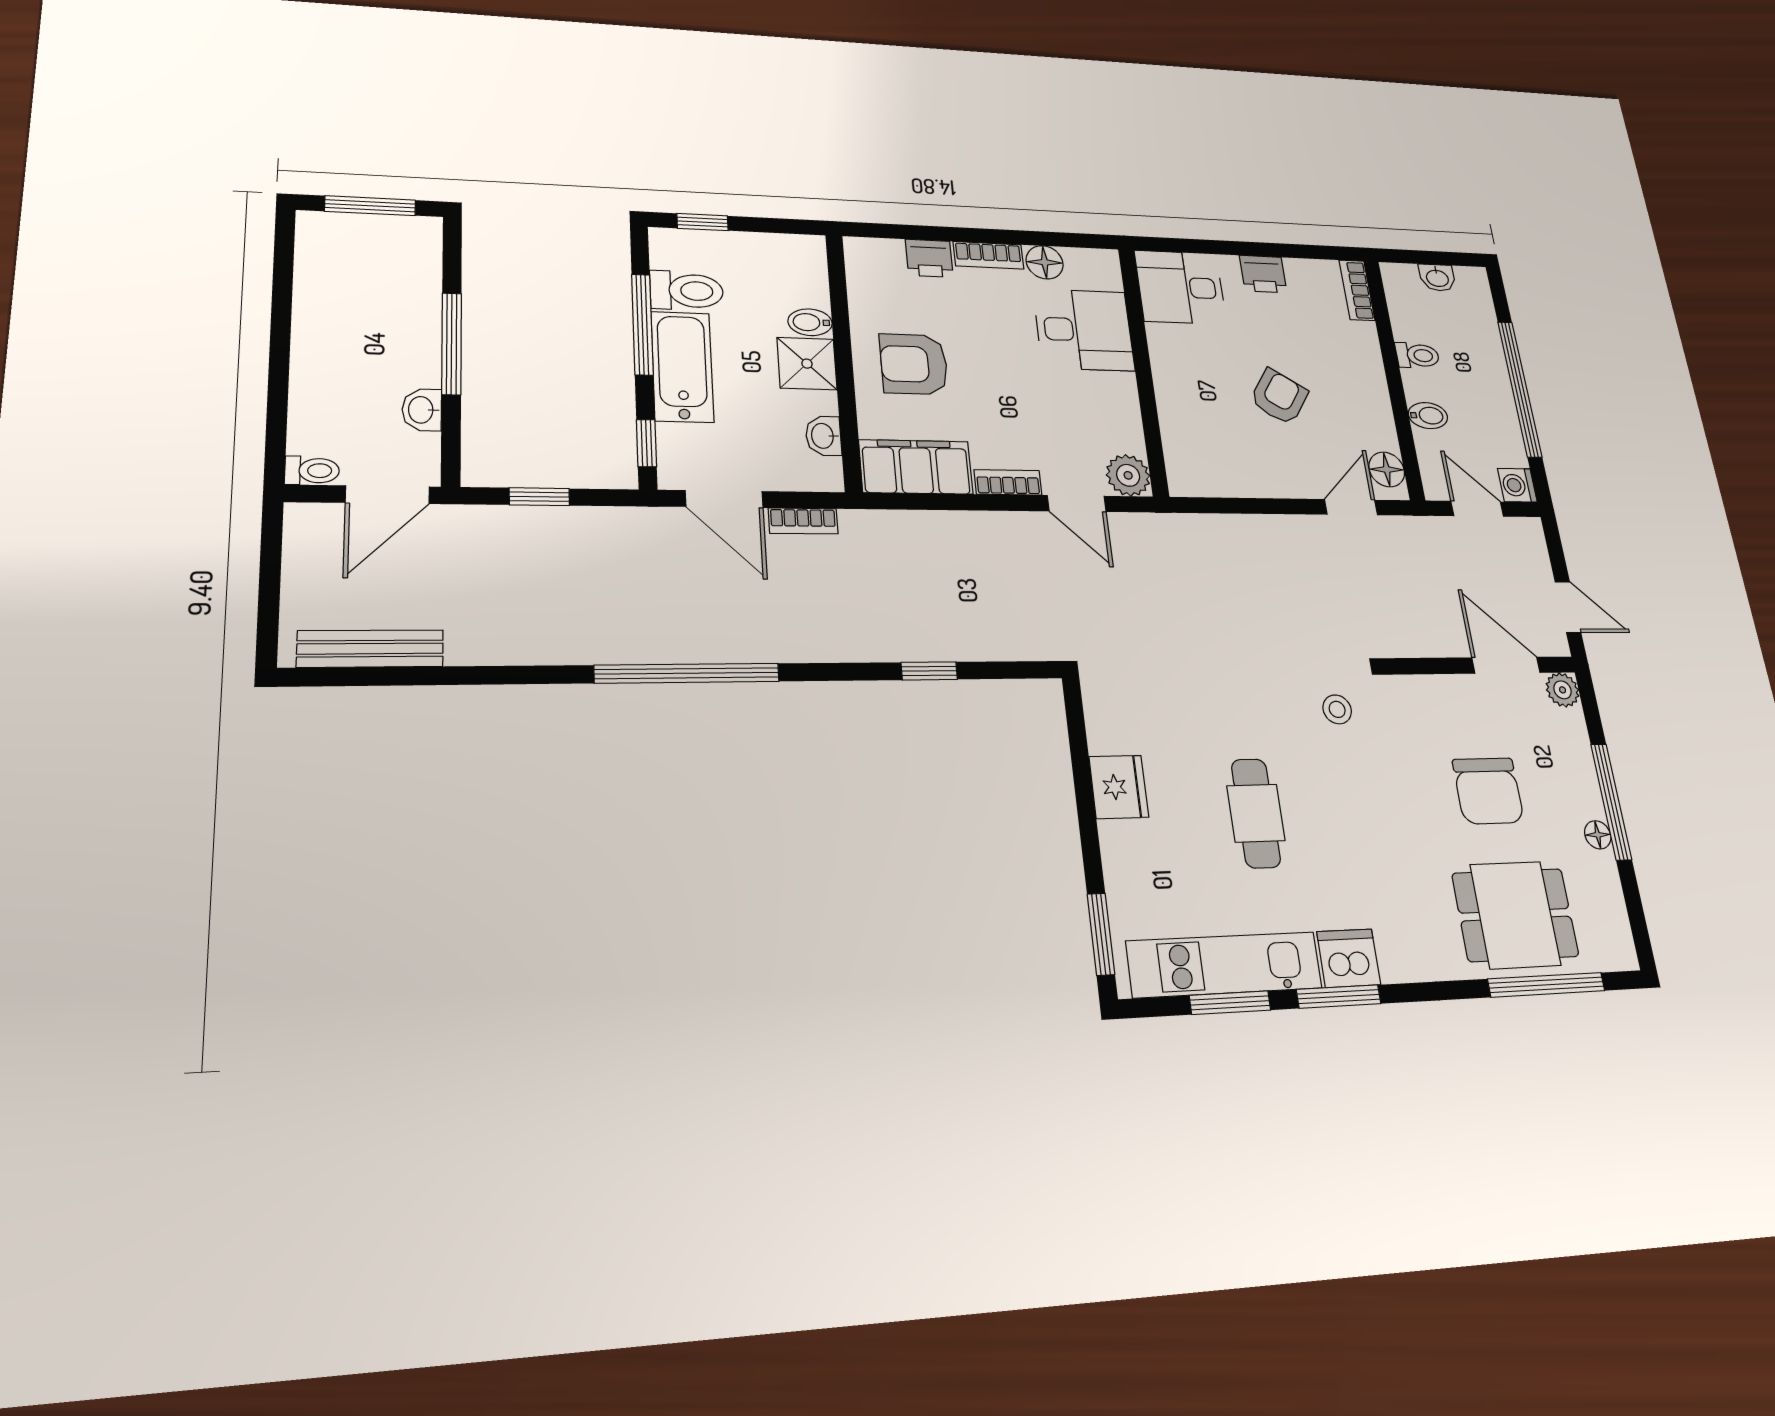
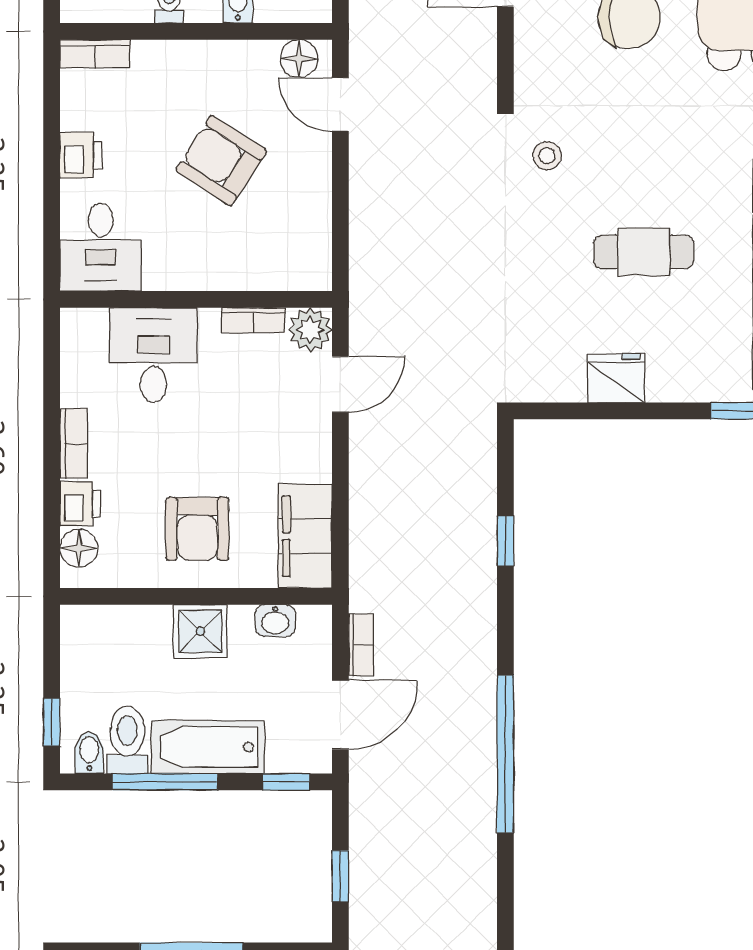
floor lamp: (1045, 262) -> (79, 548), moved
bidet: (810, 322) -> (89, 753), moved, turned 180
armchair: (1279, 397) -> (221, 161), width x1.38, depth x1.38
bookcase: (1008, 482) -> (253, 320), moved, turned -90

